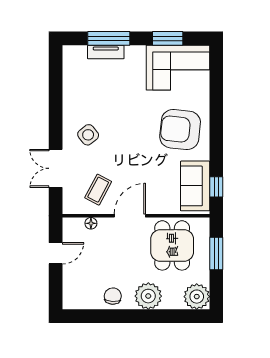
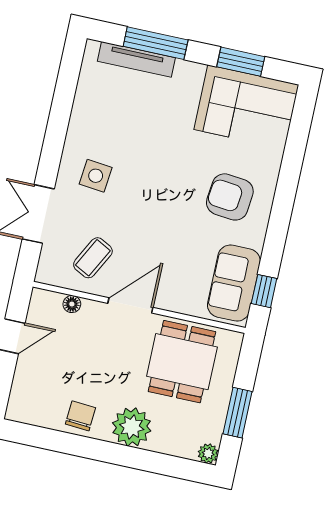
tv unit: (106, 52) -> (136, 59), width x1.41
armchair: (180, 130) -> (230, 197), width x0.73, depth x0.73
side table: (88, 135) -> (96, 176), turned 45
window: (216, 254) -> (238, 413), moved
plant: (197, 297) -> (208, 453), width x0.53, depth x0.53

